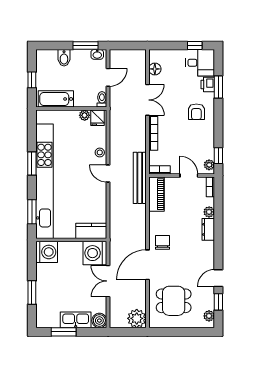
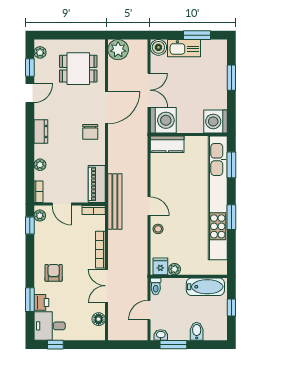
dresser: (208, 229) -> (41, 131), moved

